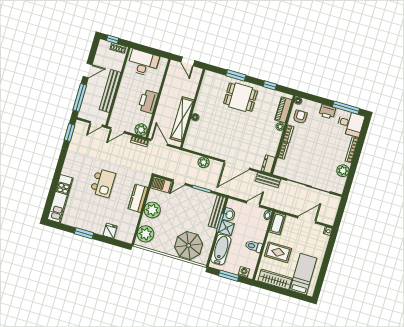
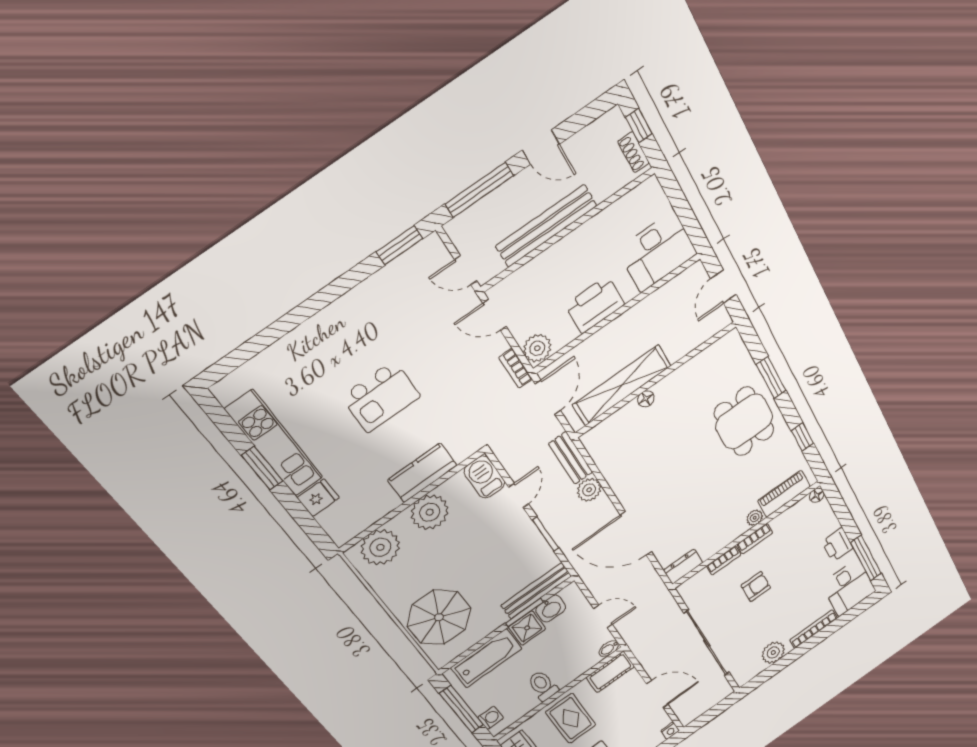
desk: (143, 63) -> (657, 252), moved, turned 90
armchair: (300, 117) -> (756, 587), moved
bench: (268, 180) -> (571, 458), moved
door: (179, 182) -> (519, 495), swing flipped
kitchen unit: (60, 199) -> (274, 443), moved, turned -90
window: (229, 276) -> (461, 709), width x1.44

